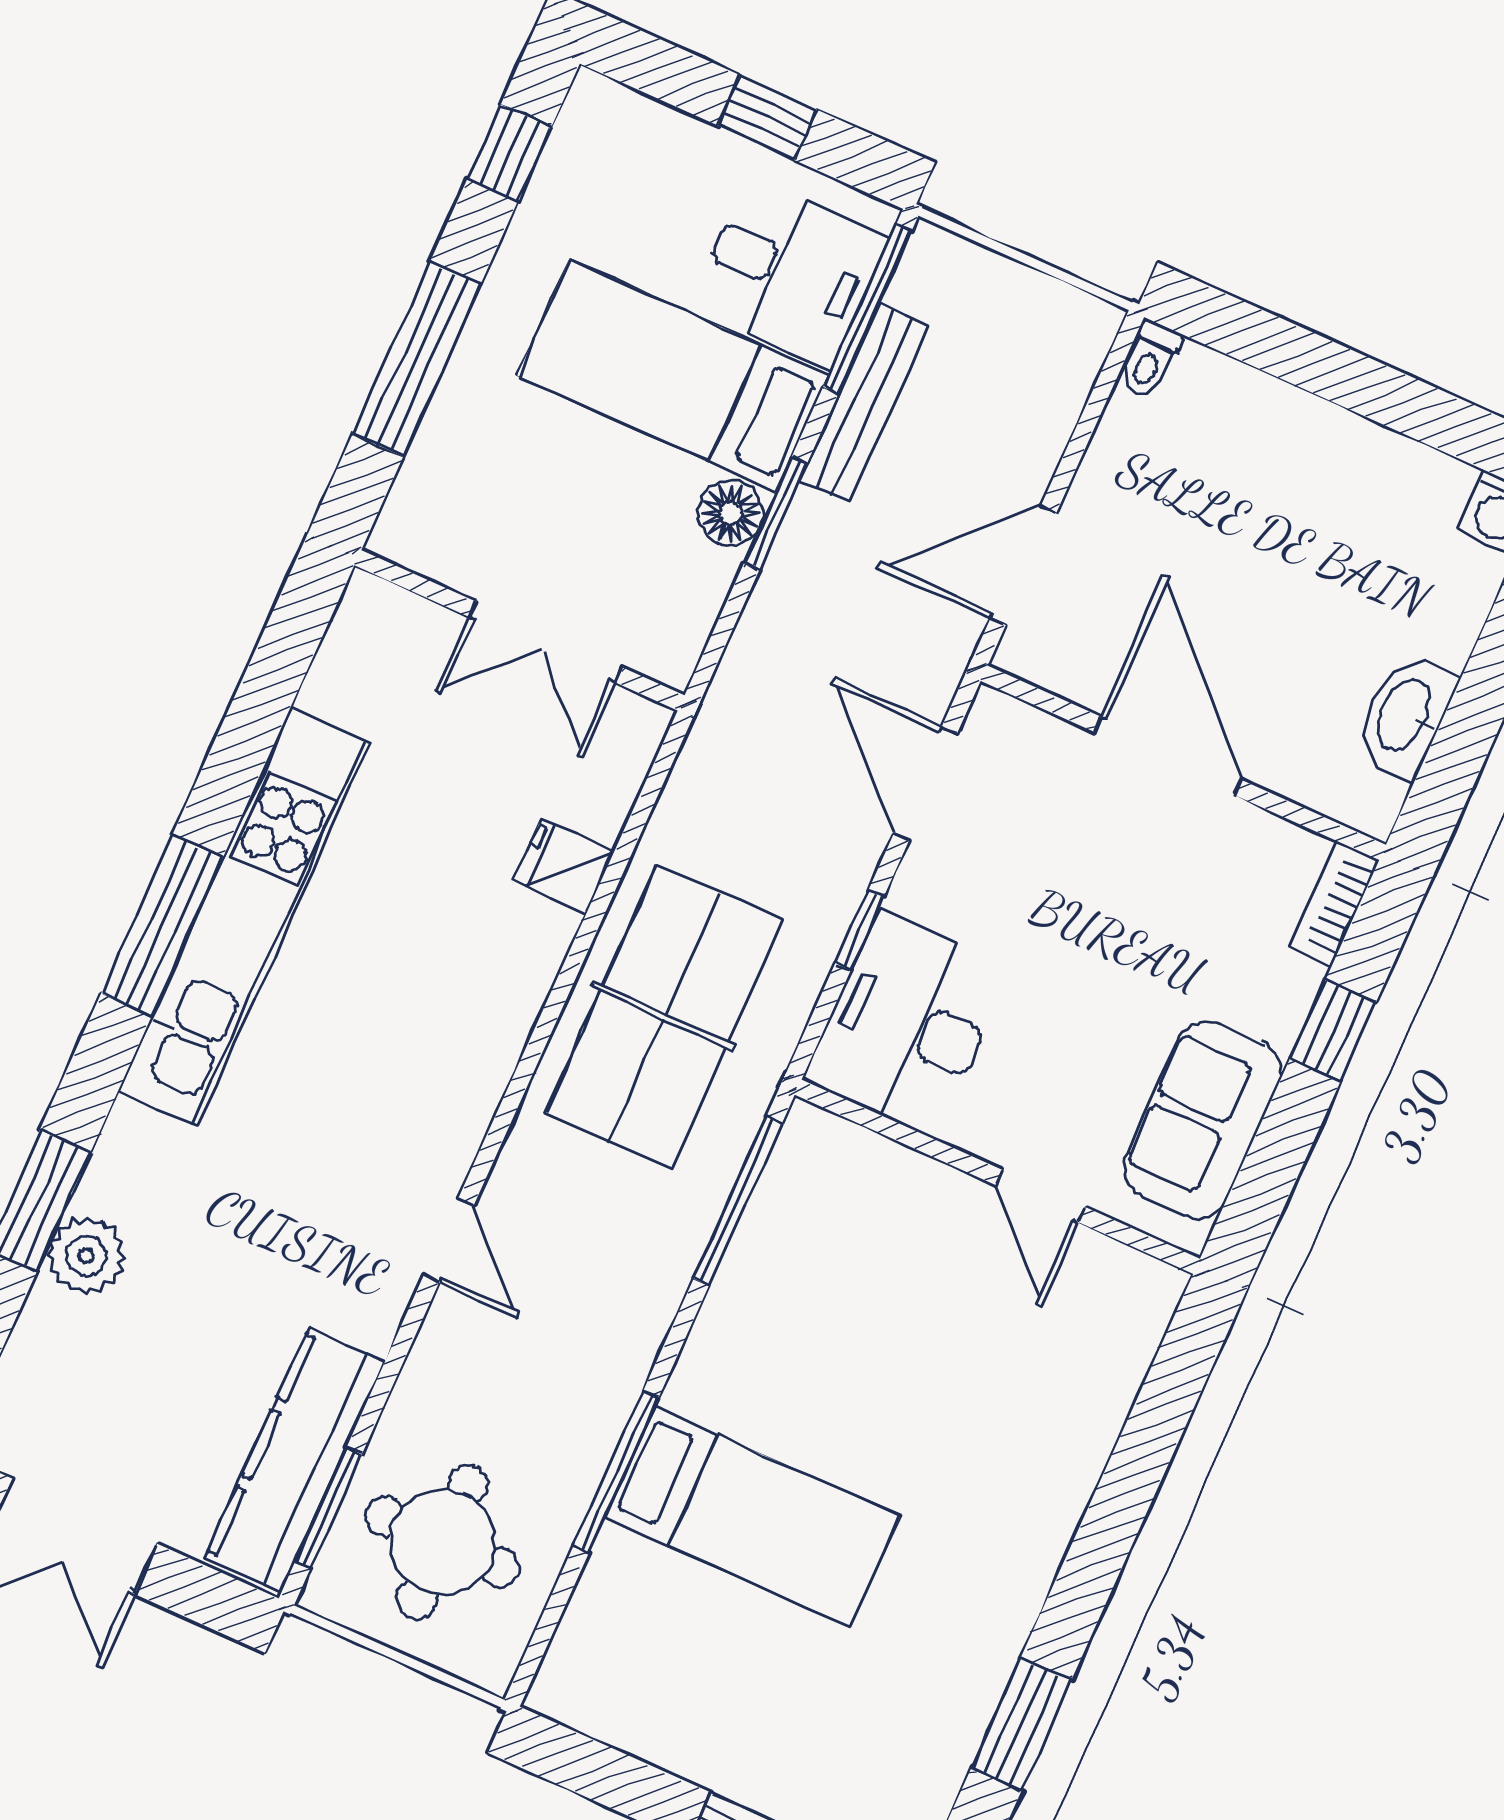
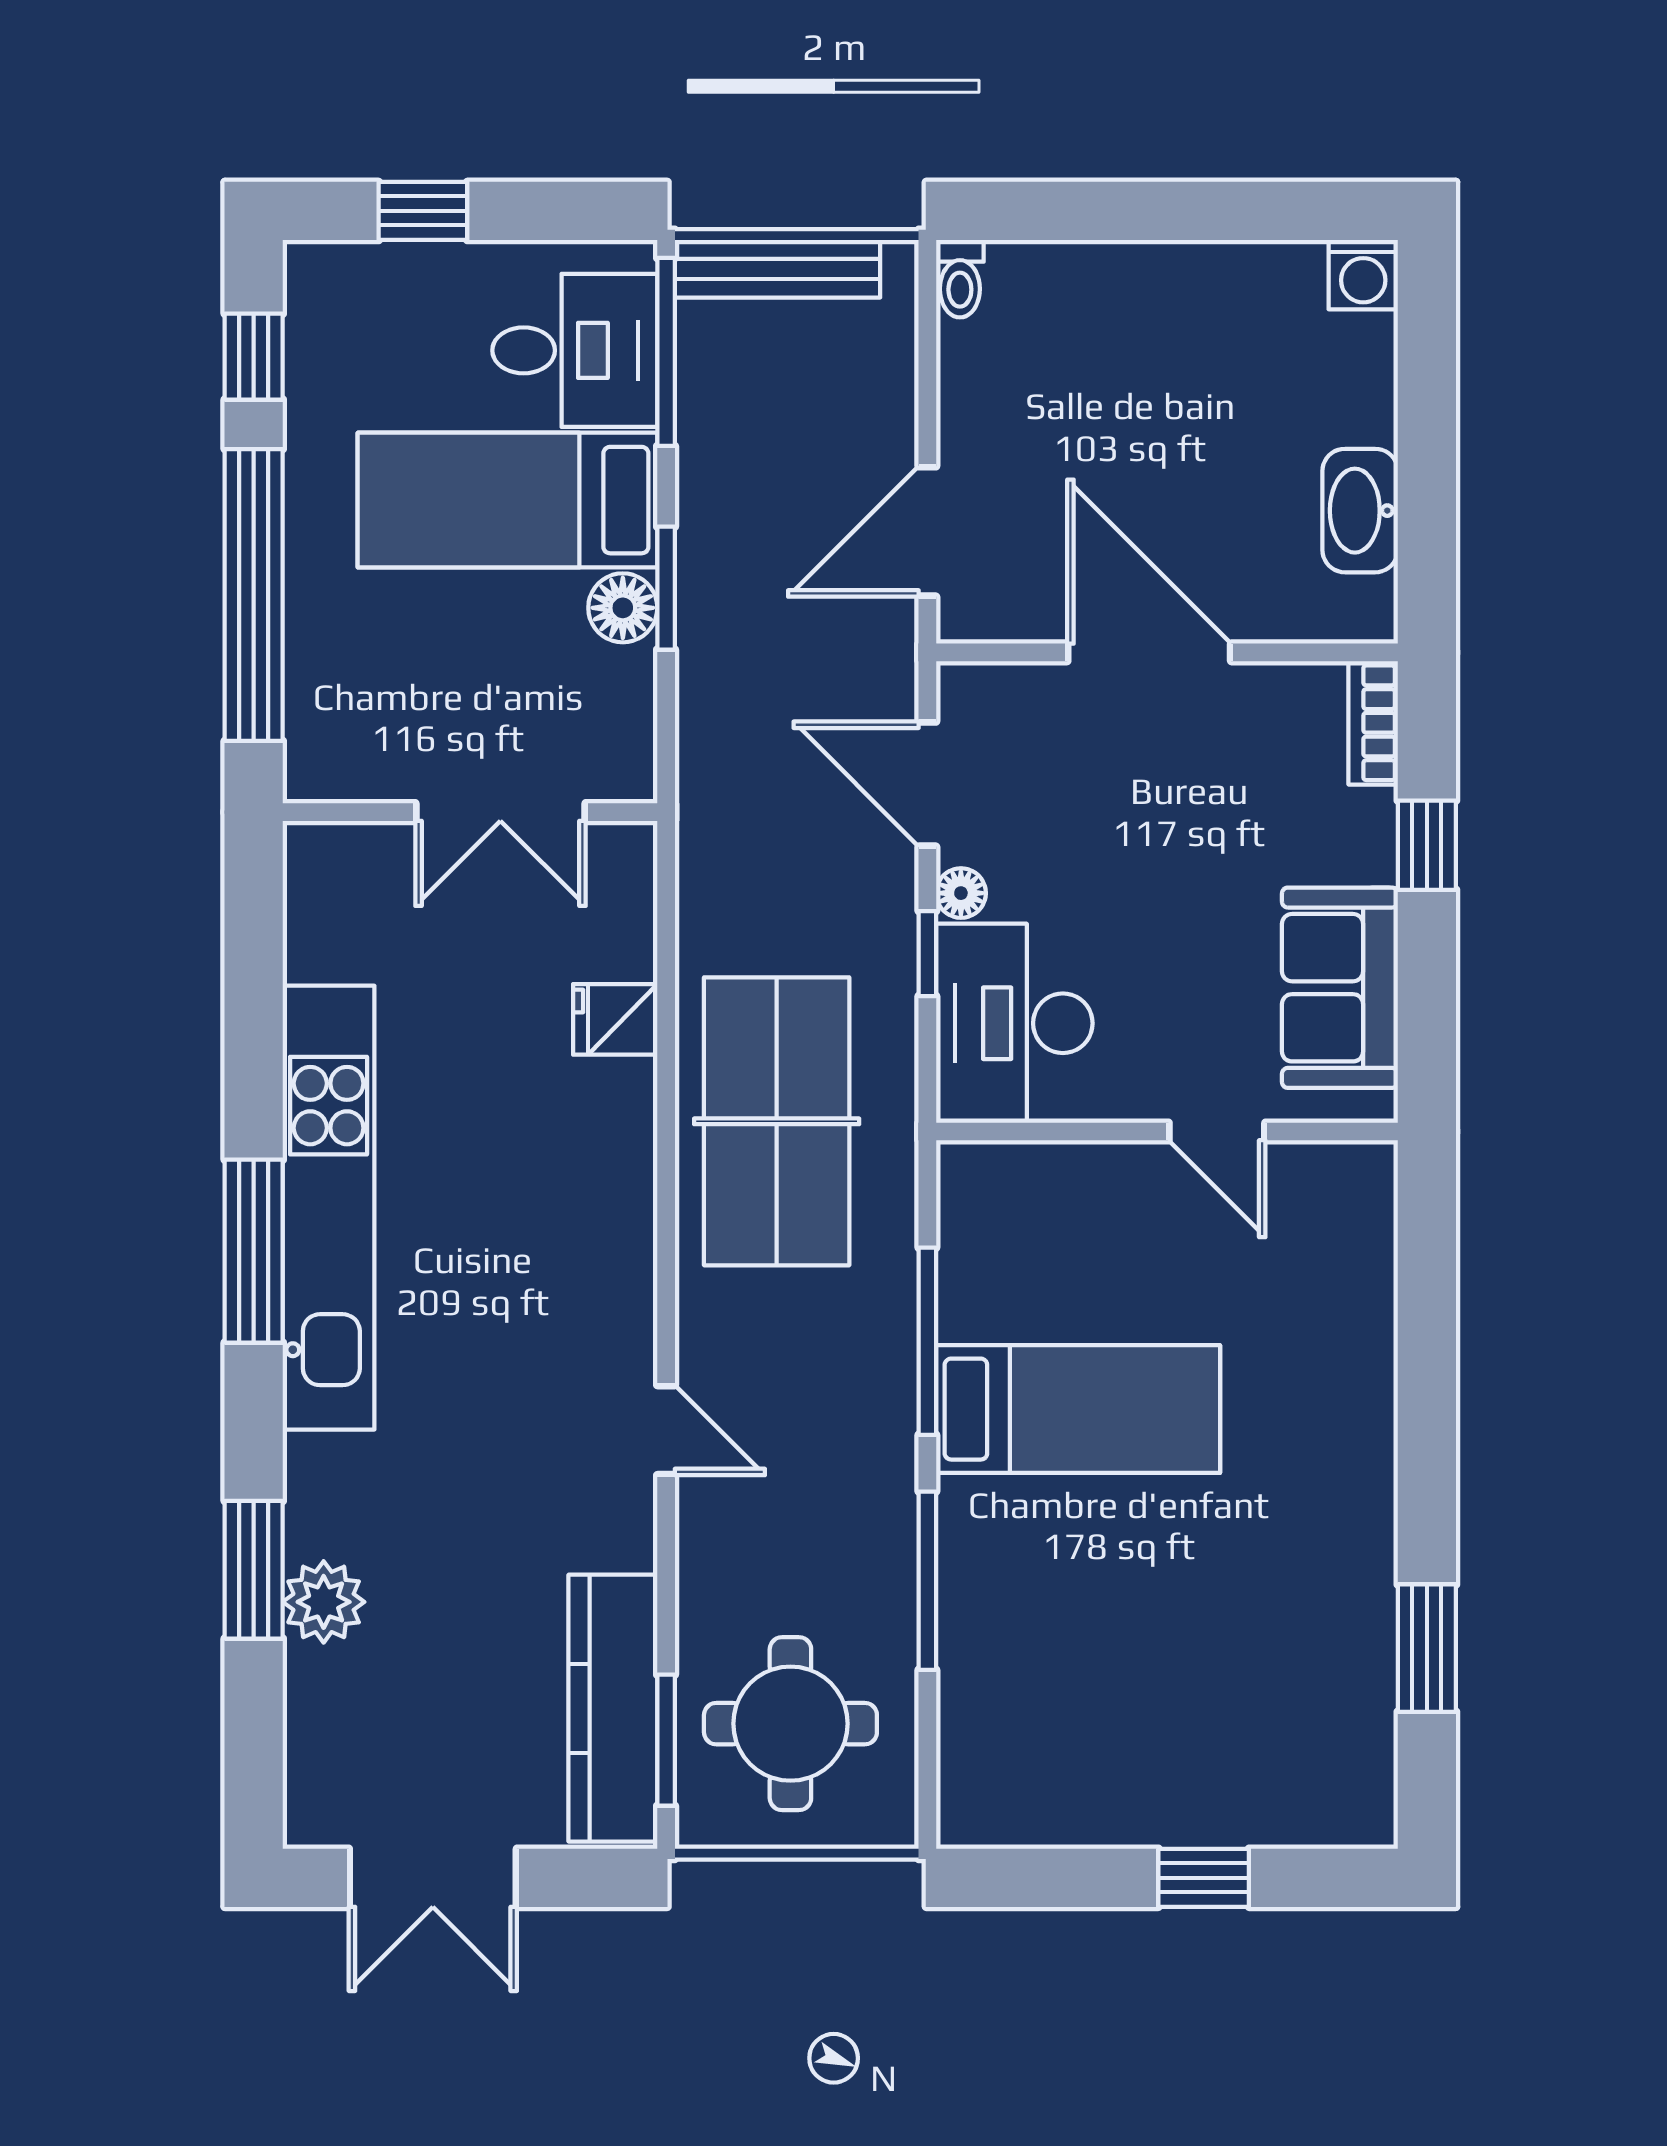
window: (767, 118) -> (423, 211), moved
window: (417, 359) -> (254, 595), width x1.46
bench: (864, 403) -> (778, 269), moved, turned 90
floor lamp: (912, 891) -> (961, 893), added
window: (738, 1201) -> (927, 1341), moved
bed: (752, 1516) -> (1078, 1409), moved

